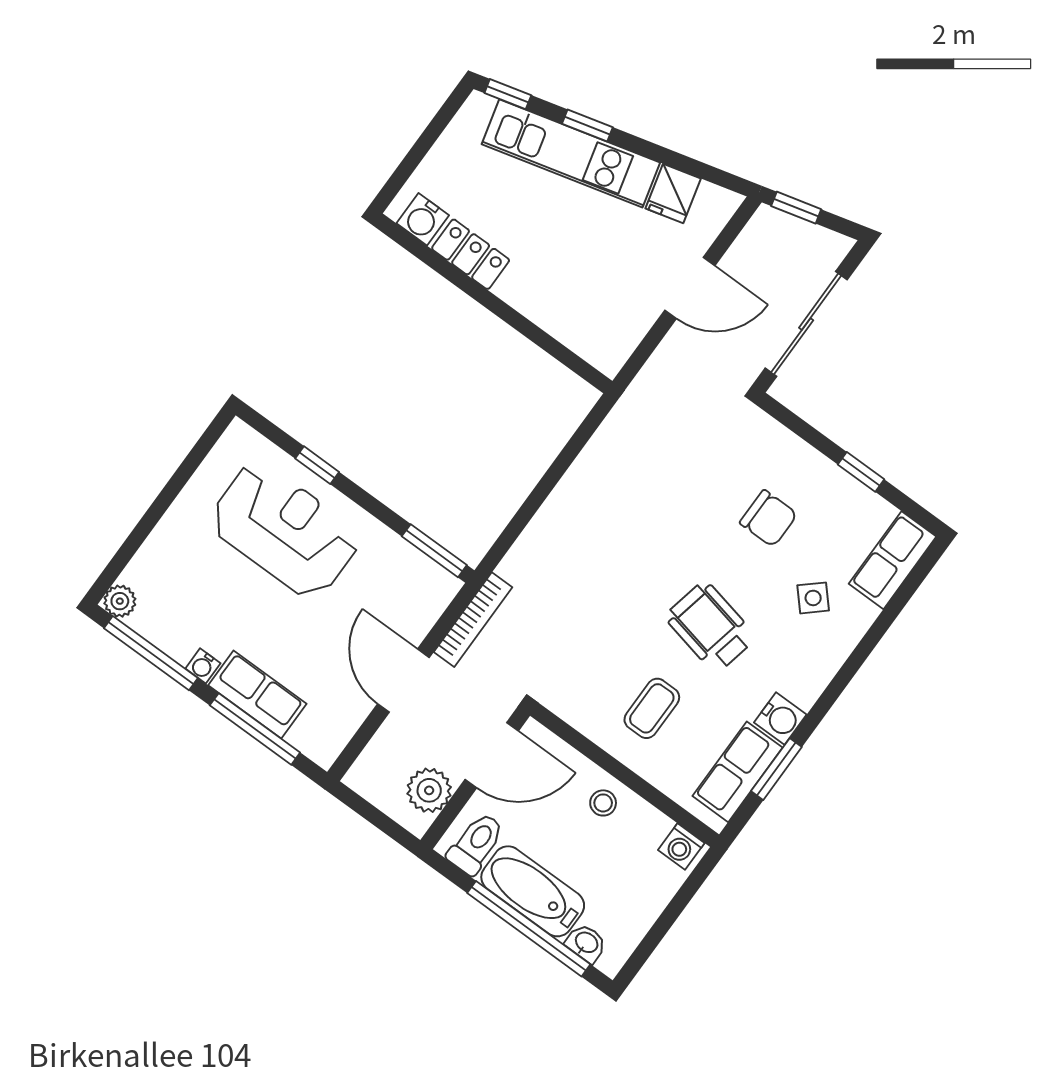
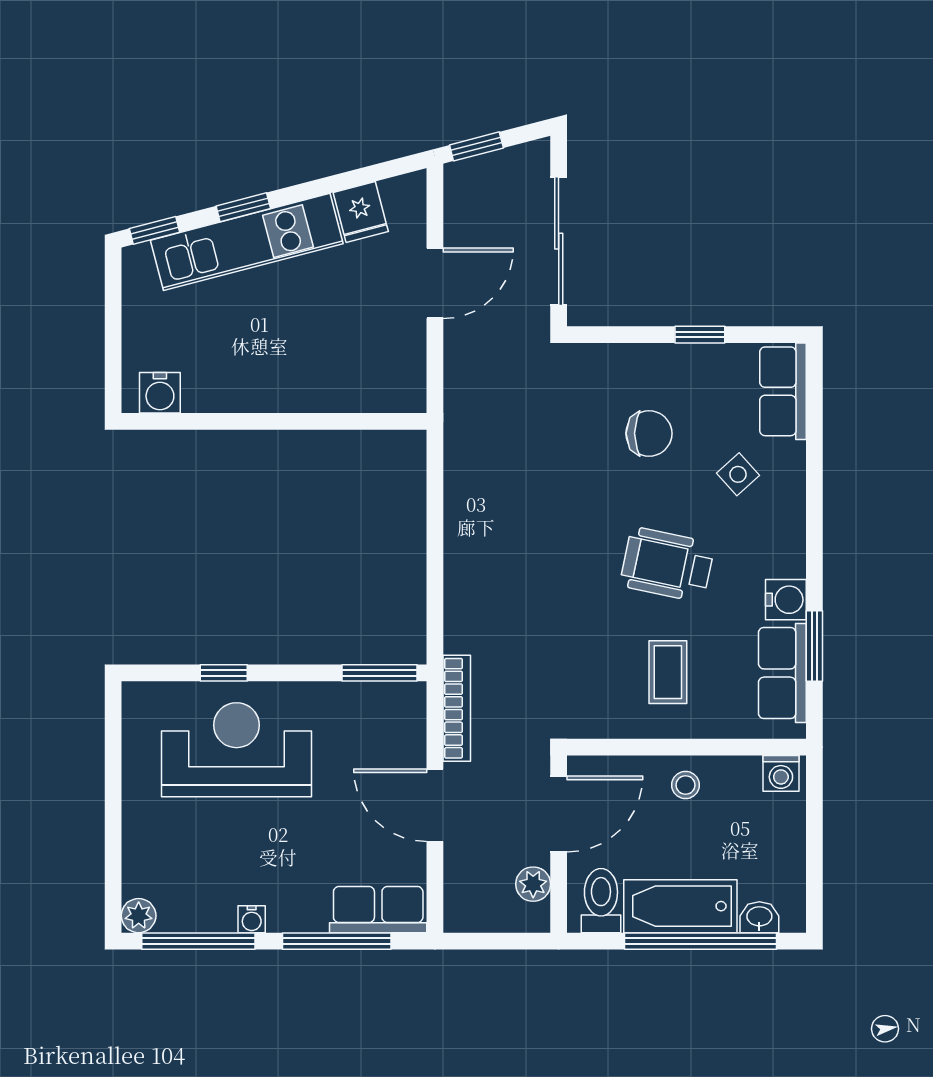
locker: (471, 254) -> (223, 393), removed
row of seats: (257, 695) -> (378, 910), moved
plant: (429, 790) -> (533, 884), width x0.73, depth x0.73

